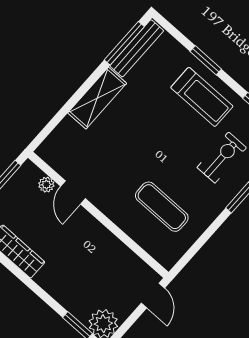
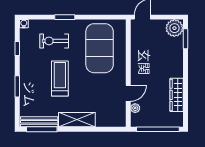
treadmill: (202, 97) -> (60, 79), moved
exercise mat: (162, 207) -> (100, 48), width x2.00, depth x1.45

